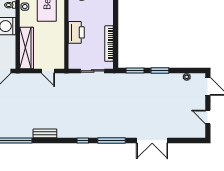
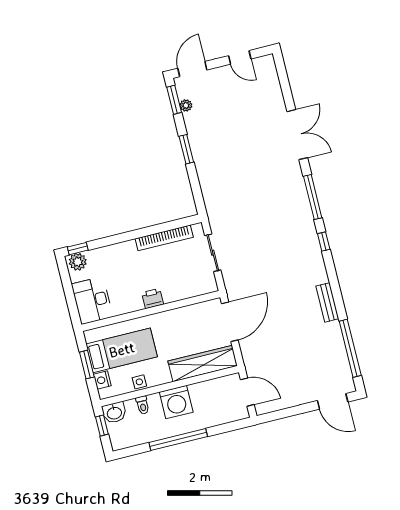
printer: (76, 32) -> (153, 298), width x0.53, depth x0.68
window: (135, 70) -> (174, 100), moved
door: (48, 71) -> (230, 322), width x1.87
door: (208, 117) -> (240, 57), hinge flipped

